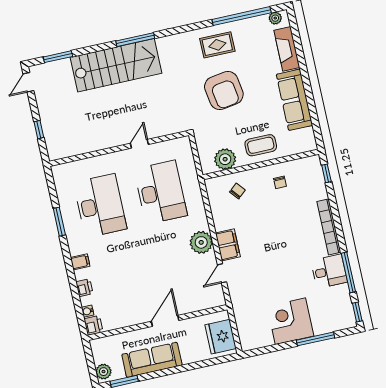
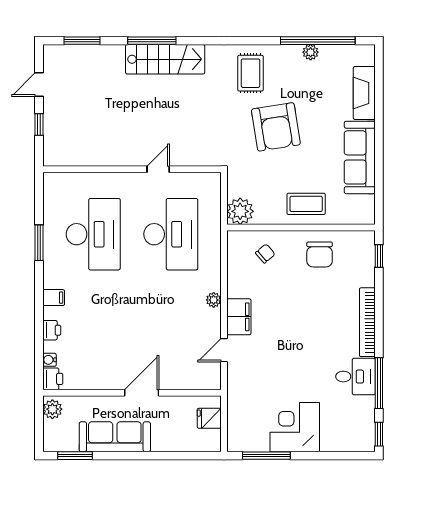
plant: (275, 18) -> (311, 52), moved
window: (135, 40) -> (152, 41), moved
rug: (217, 45) -> (250, 73), moved, turned 90
stairs: (116, 65) -> (165, 59), width x0.73, depth x0.66
door: (28, 82) -> (39, 84), moved
plant: (225, 159) -> (240, 211), moved
chair: (280, 182) -> (320, 254), width x1.87, depth x1.87
plant: (201, 242) -> (214, 300), width x0.53, depth x0.53
fridge: (221, 337) -> (209, 418), width x0.53, depth x0.75
window: (315, 339) -> (266, 456), moved
plant: (104, 372) -> (52, 409), moved

